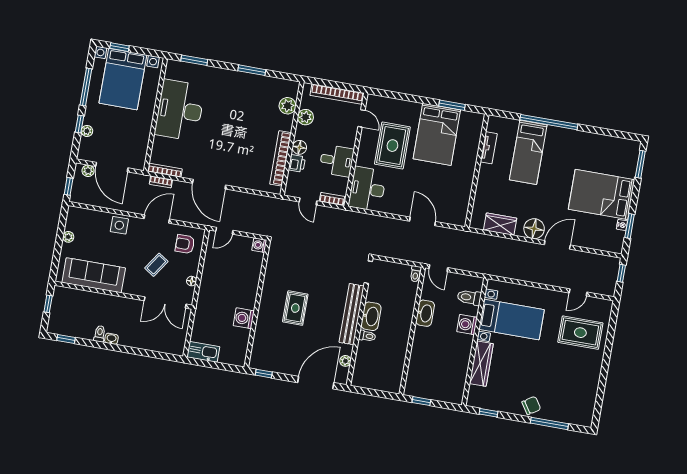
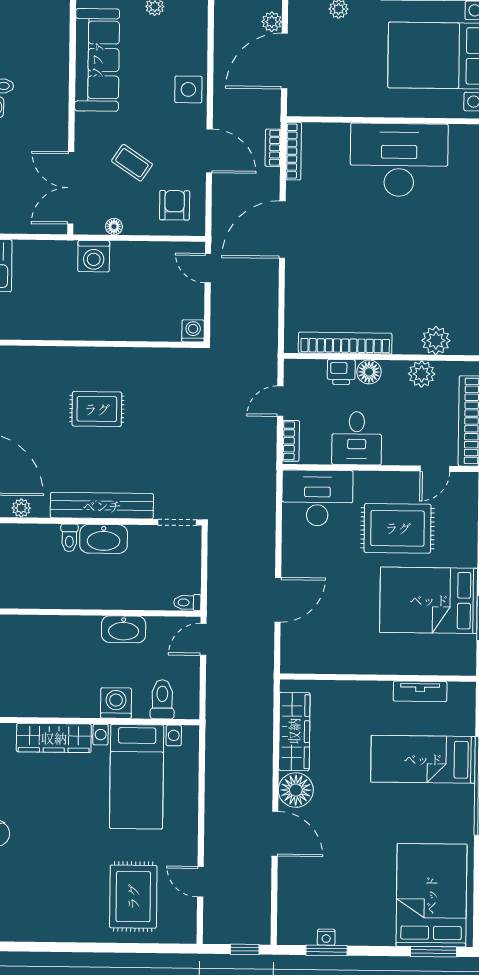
bed: (602, 194) -> (431, 895), moved
wardrobe: (500, 224) -> (294, 731), width x1.50
washing machine: (244, 318) -> (94, 256), moved, turned 180

